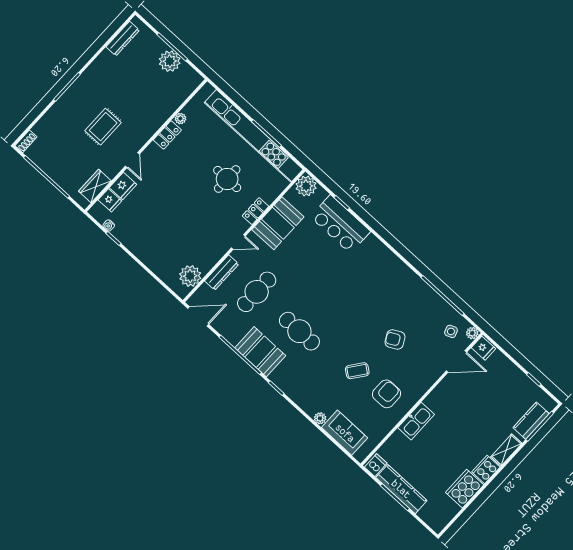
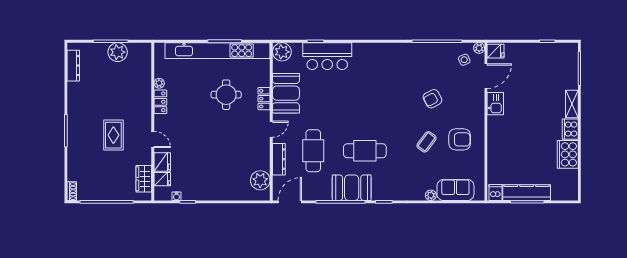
armchair: (387, 394) -> (460, 139), turned 90
kitchen sink: (416, 421) -> (495, 104), moved, width x0.73
kitchen counter: (531, 421) -> (570, 70), removed

